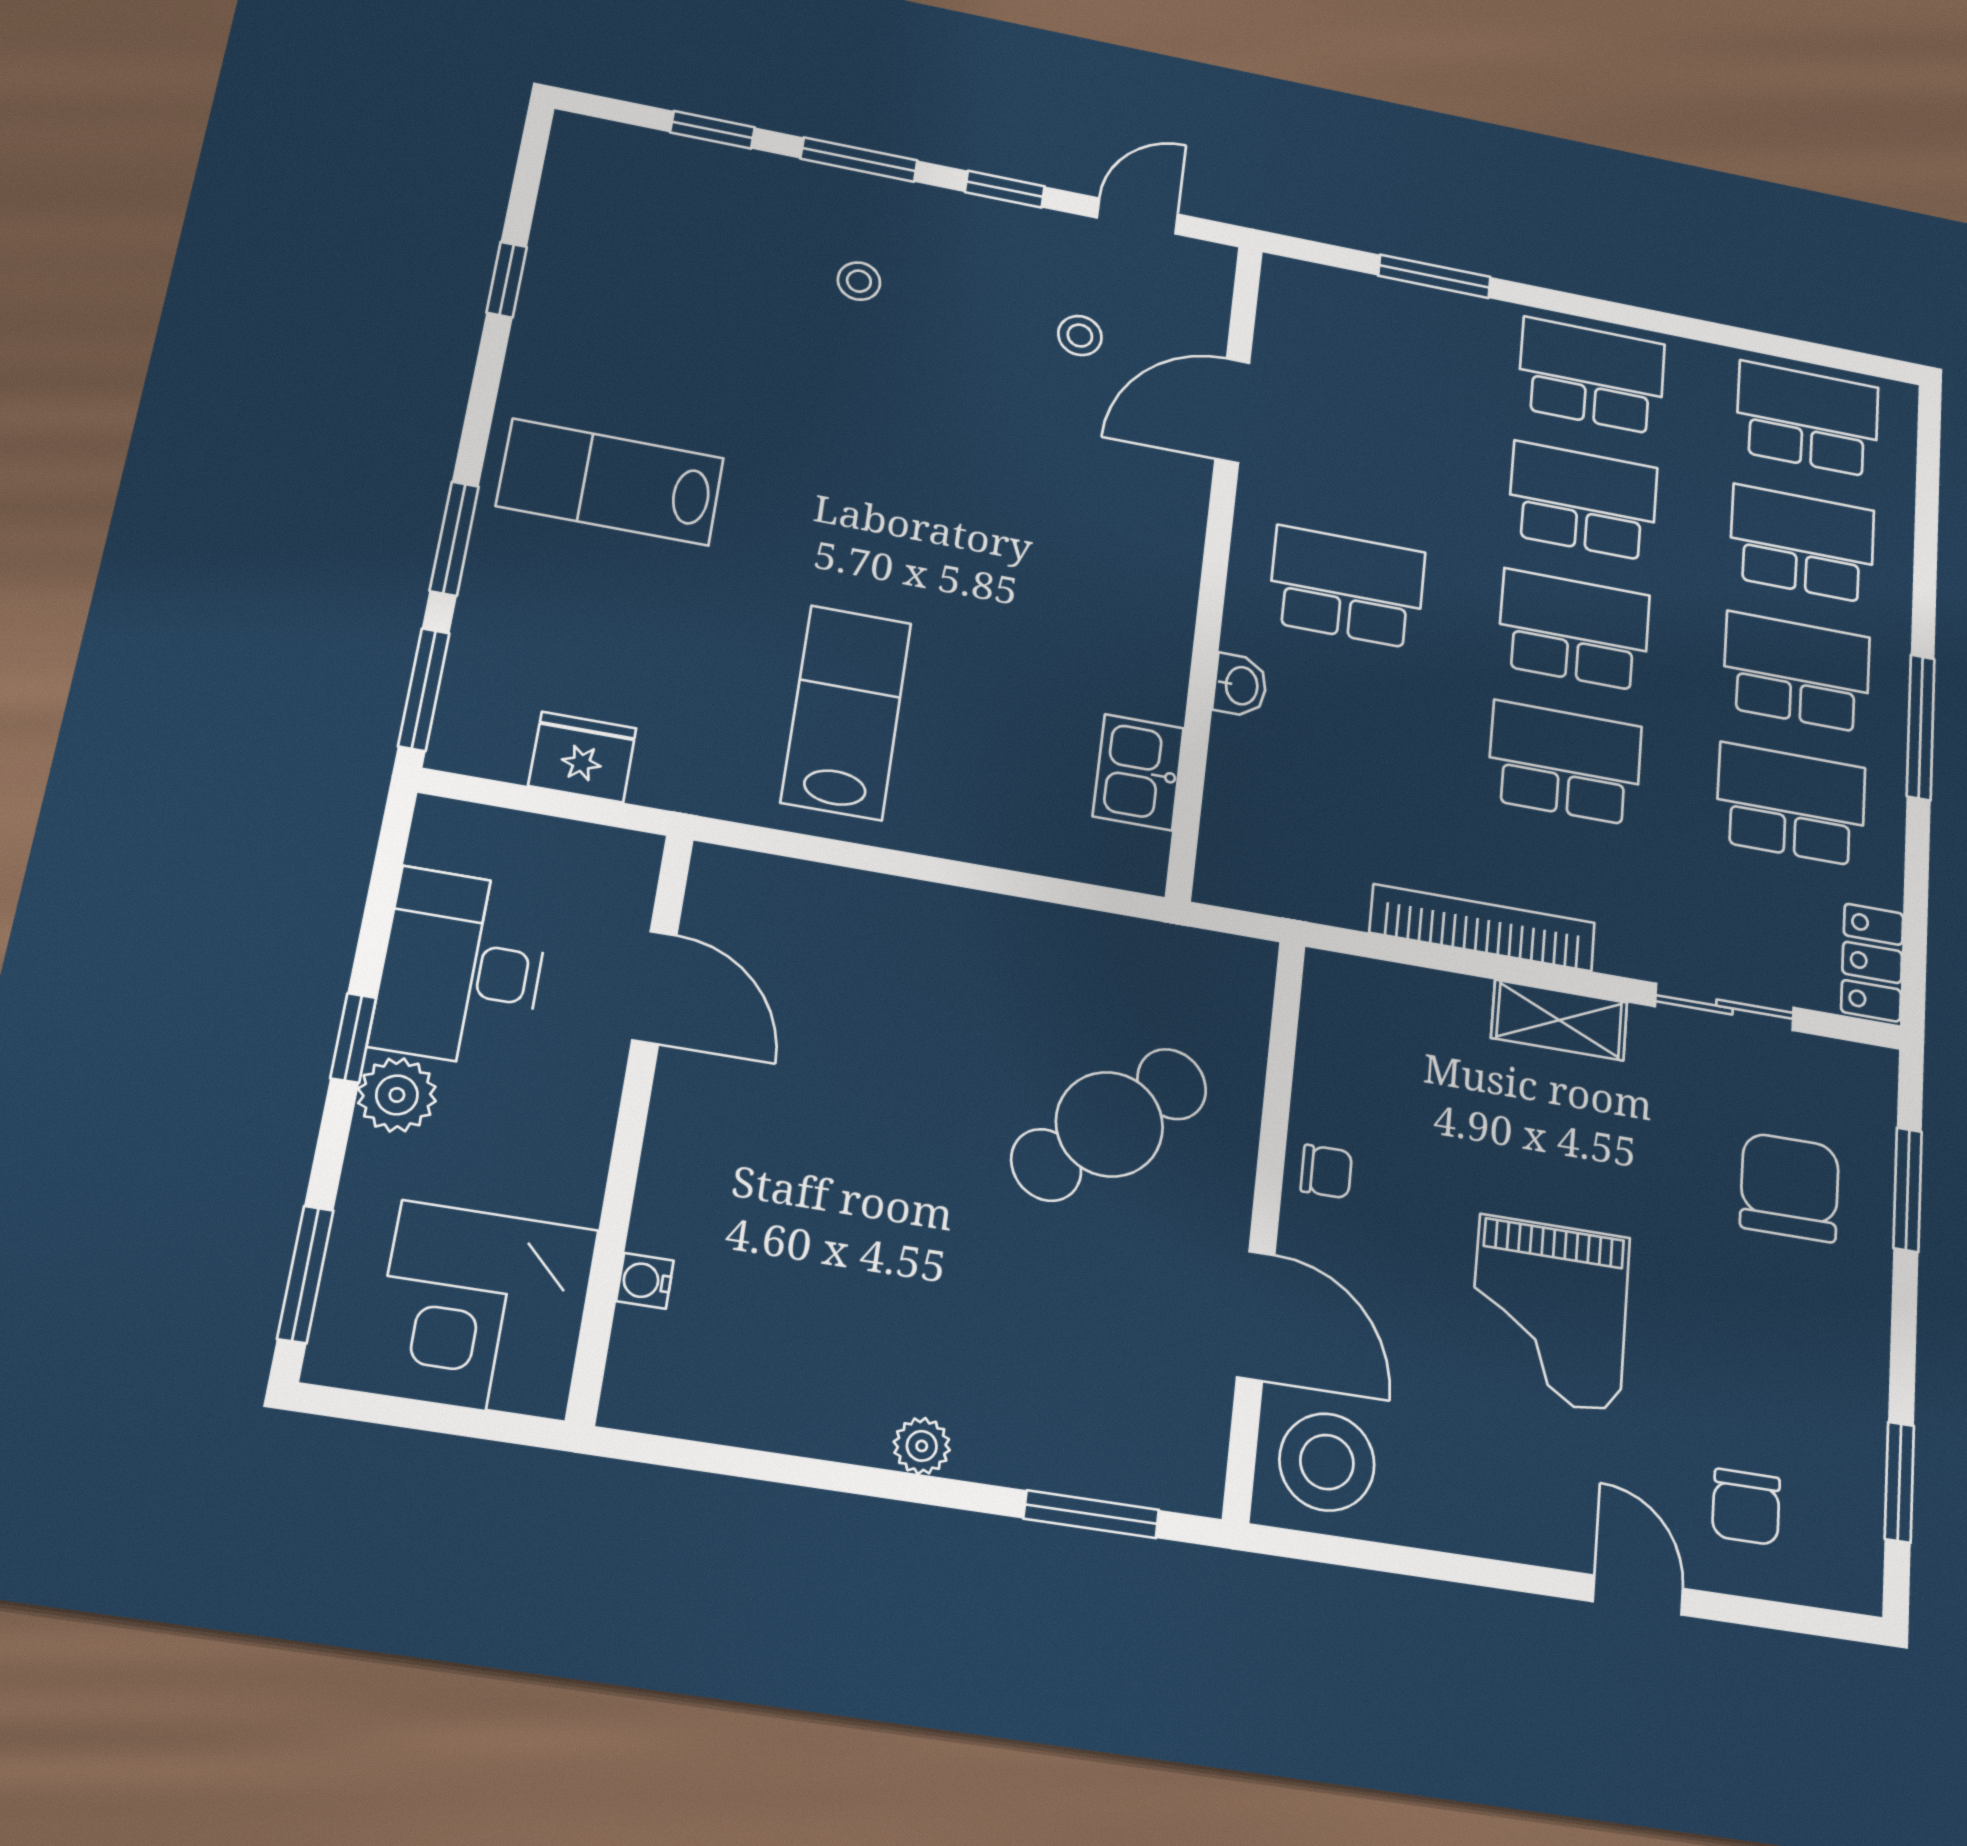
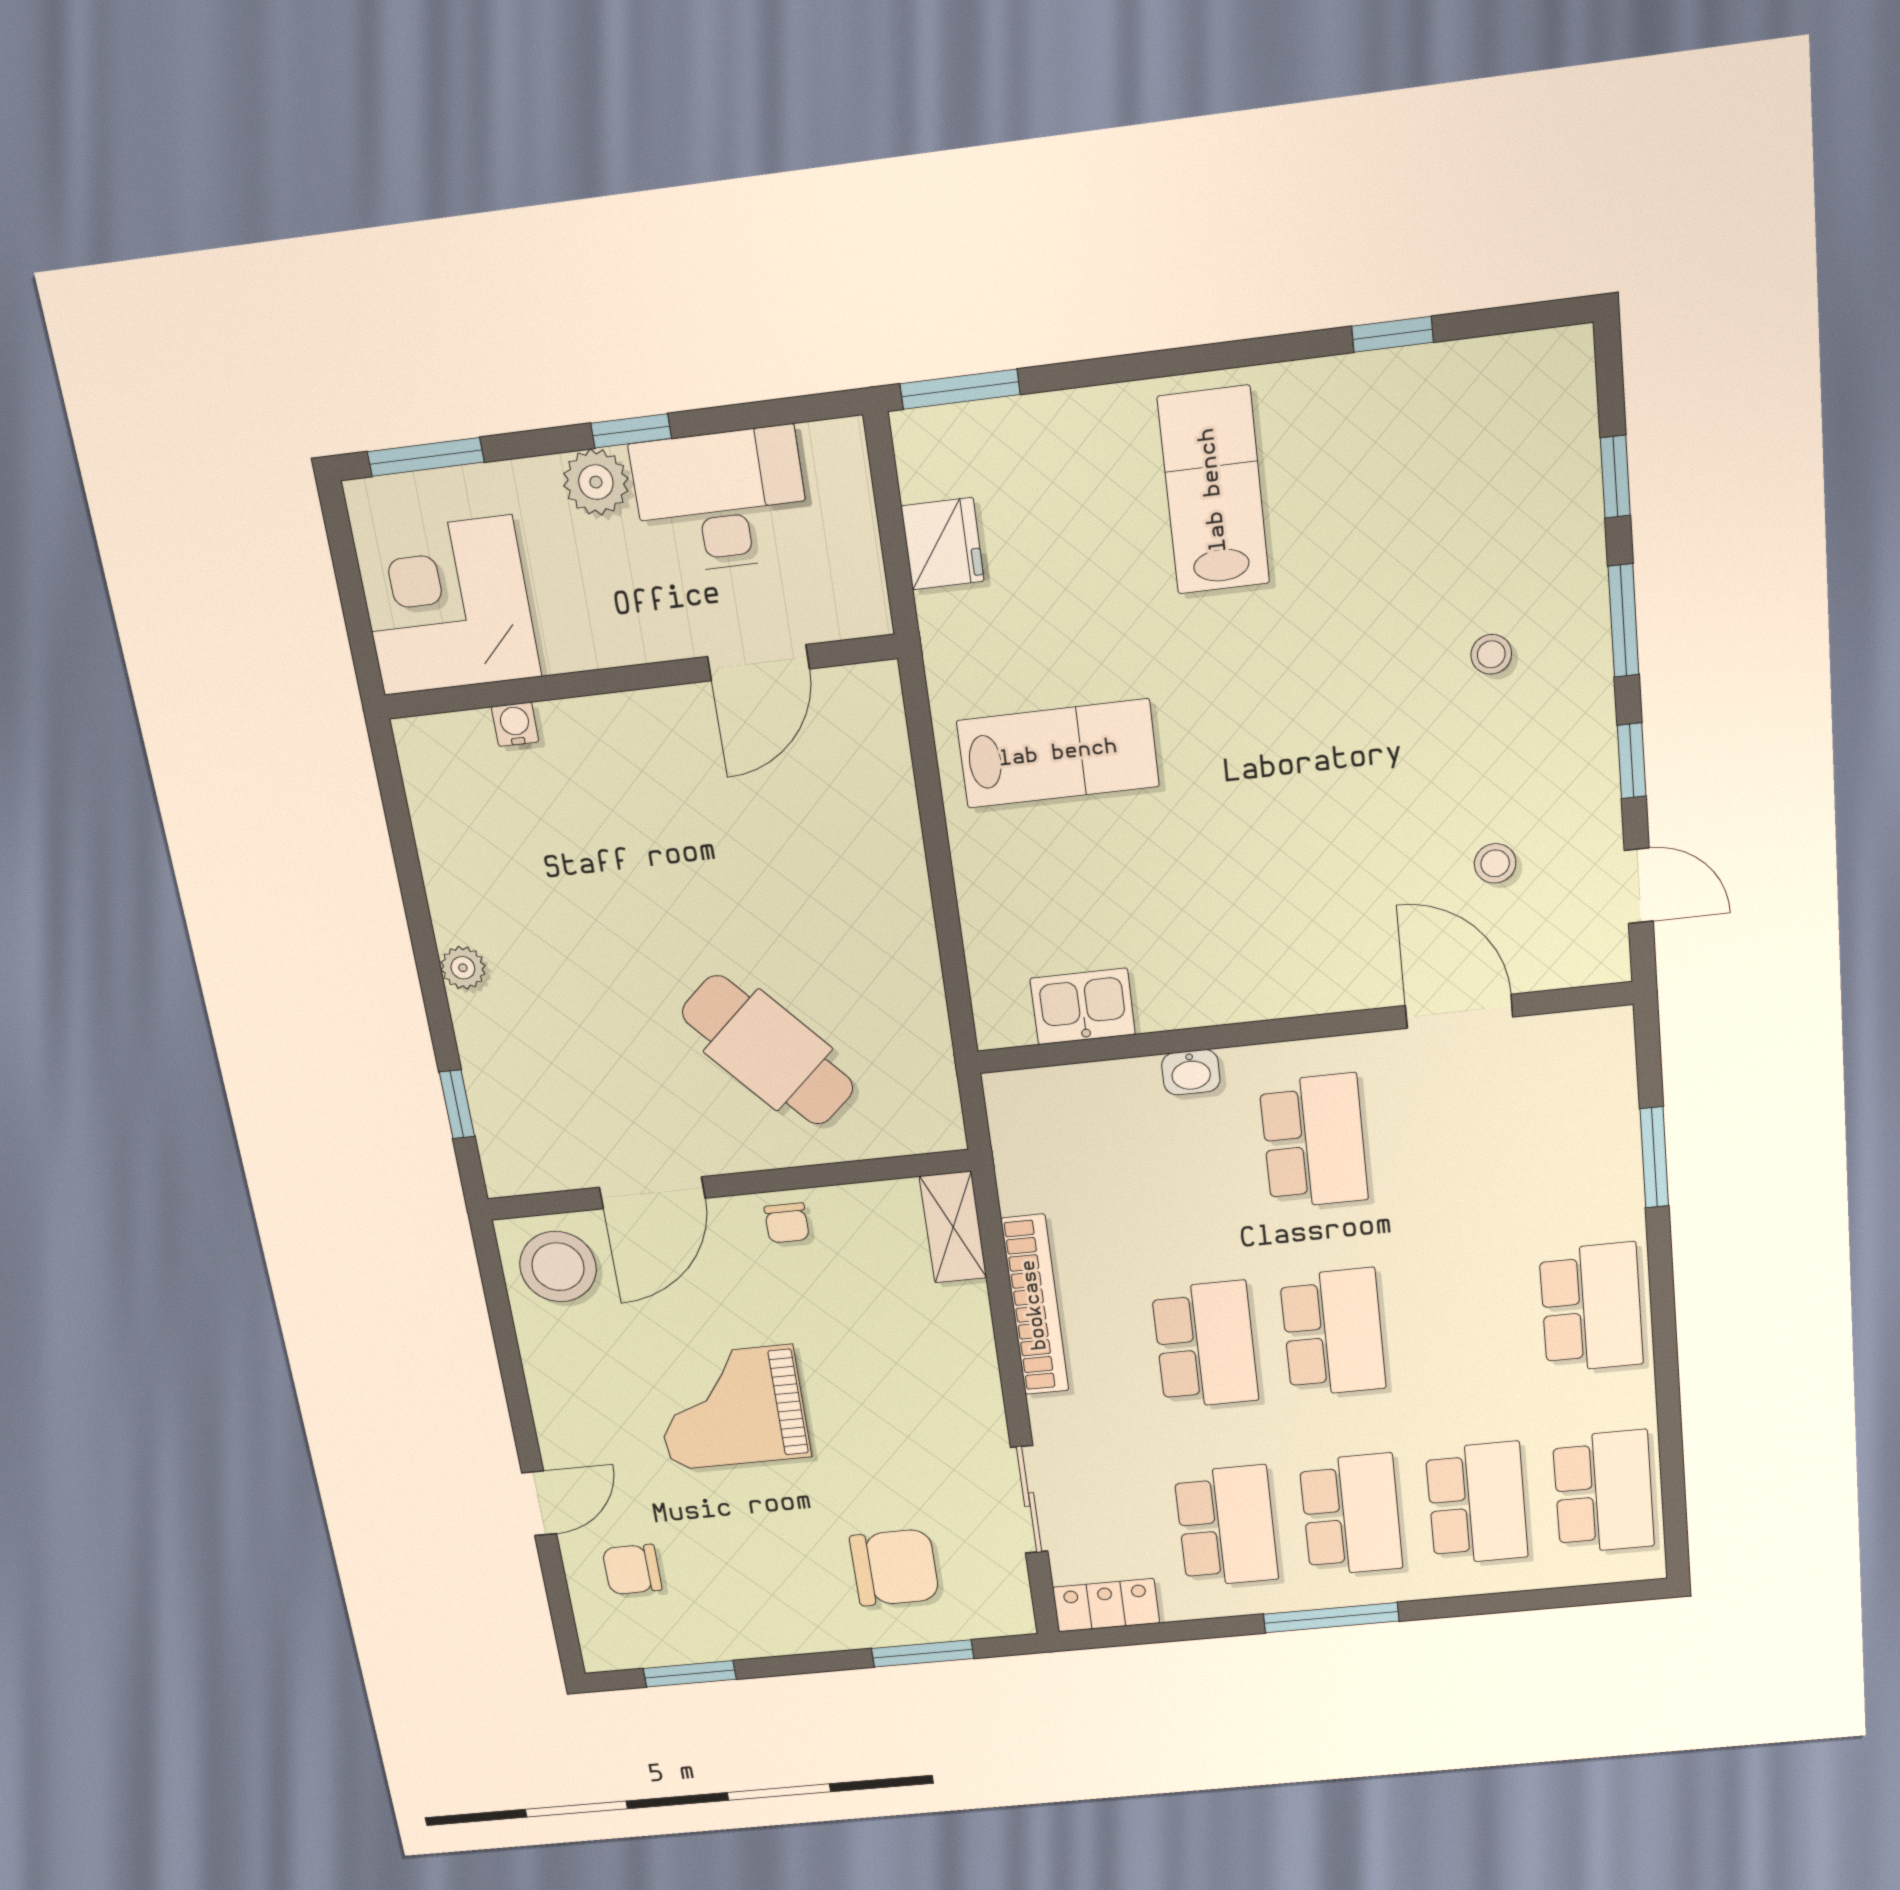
school desk: (1583, 501) -> (1462, 1320), removed
window: (454, 539) -> (1113, 370), removed
shelving: (1559, 1020) -> (953, 1227), moved
window: (1091, 1514) -> (457, 1104), width x0.67

